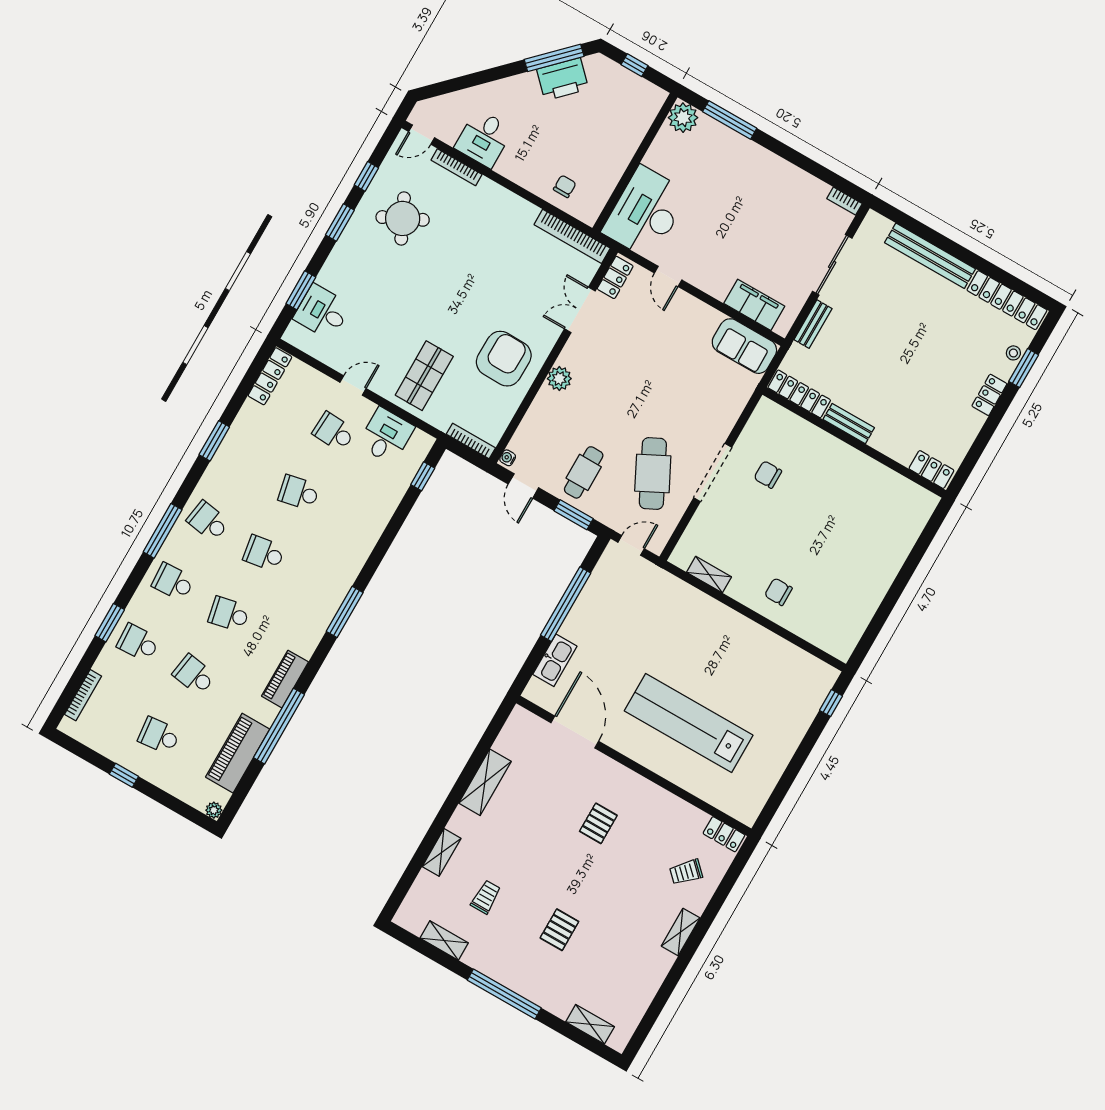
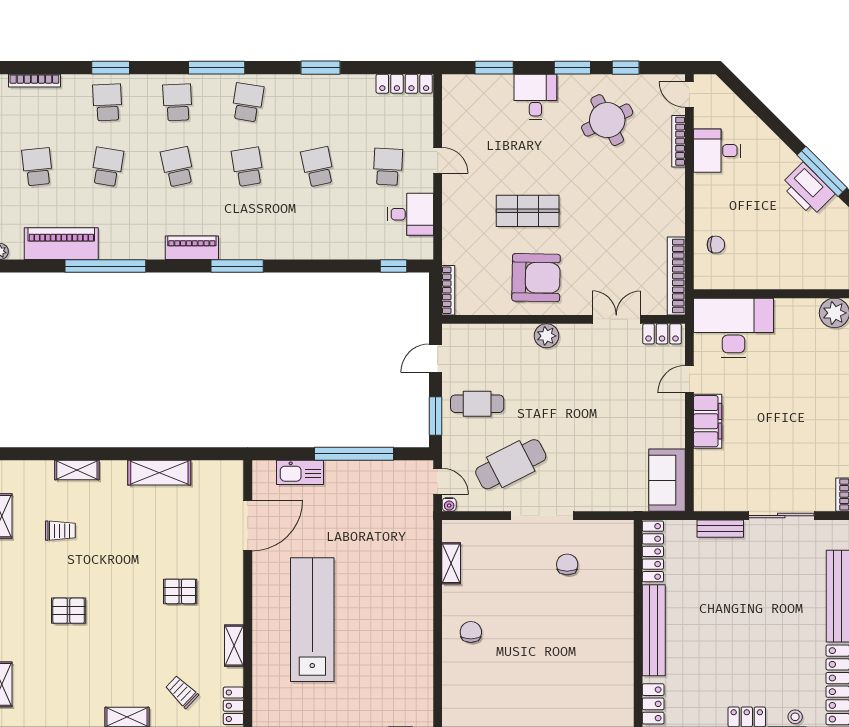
filing cabinet: (754, 305) -> (708, 421), moved
desk: (322, 312) -> (535, 97), moved
shop shelf: (424, 376) -> (528, 211), moved
bench: (849, 424) -> (654, 630), width x1.86, depth x1.21
water cooler: (508, 458) -> (449, 504), moved, turned 180
piano: (285, 679) -> (192, 248), moved
shelving: (672, 804) -> (234, 646), added

